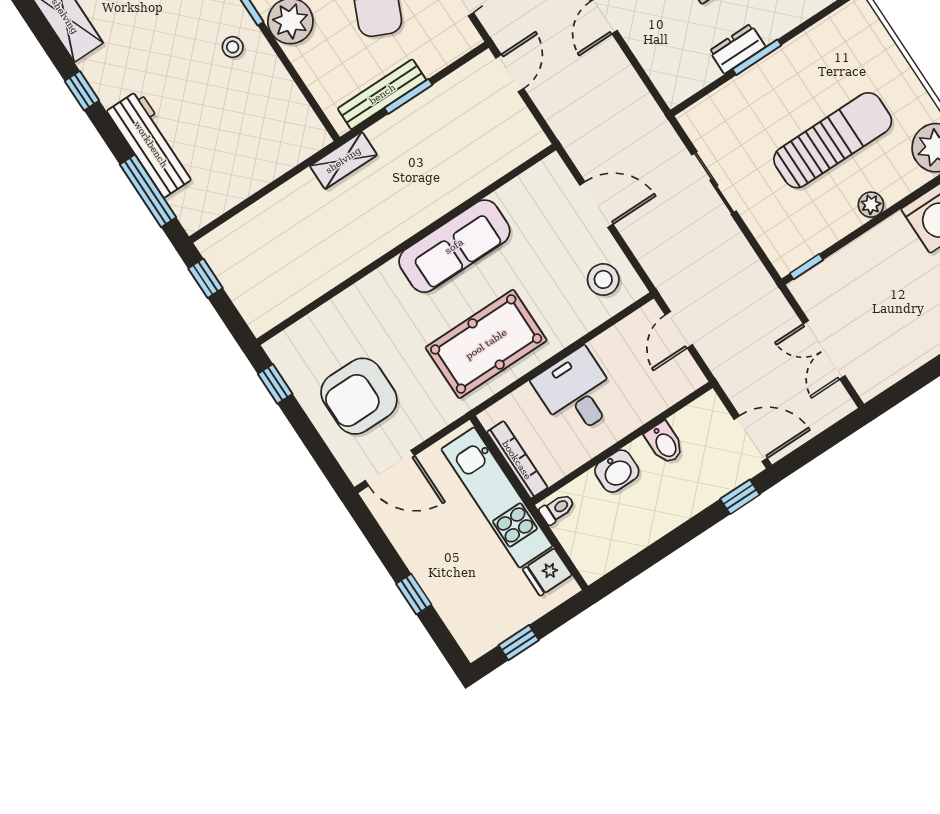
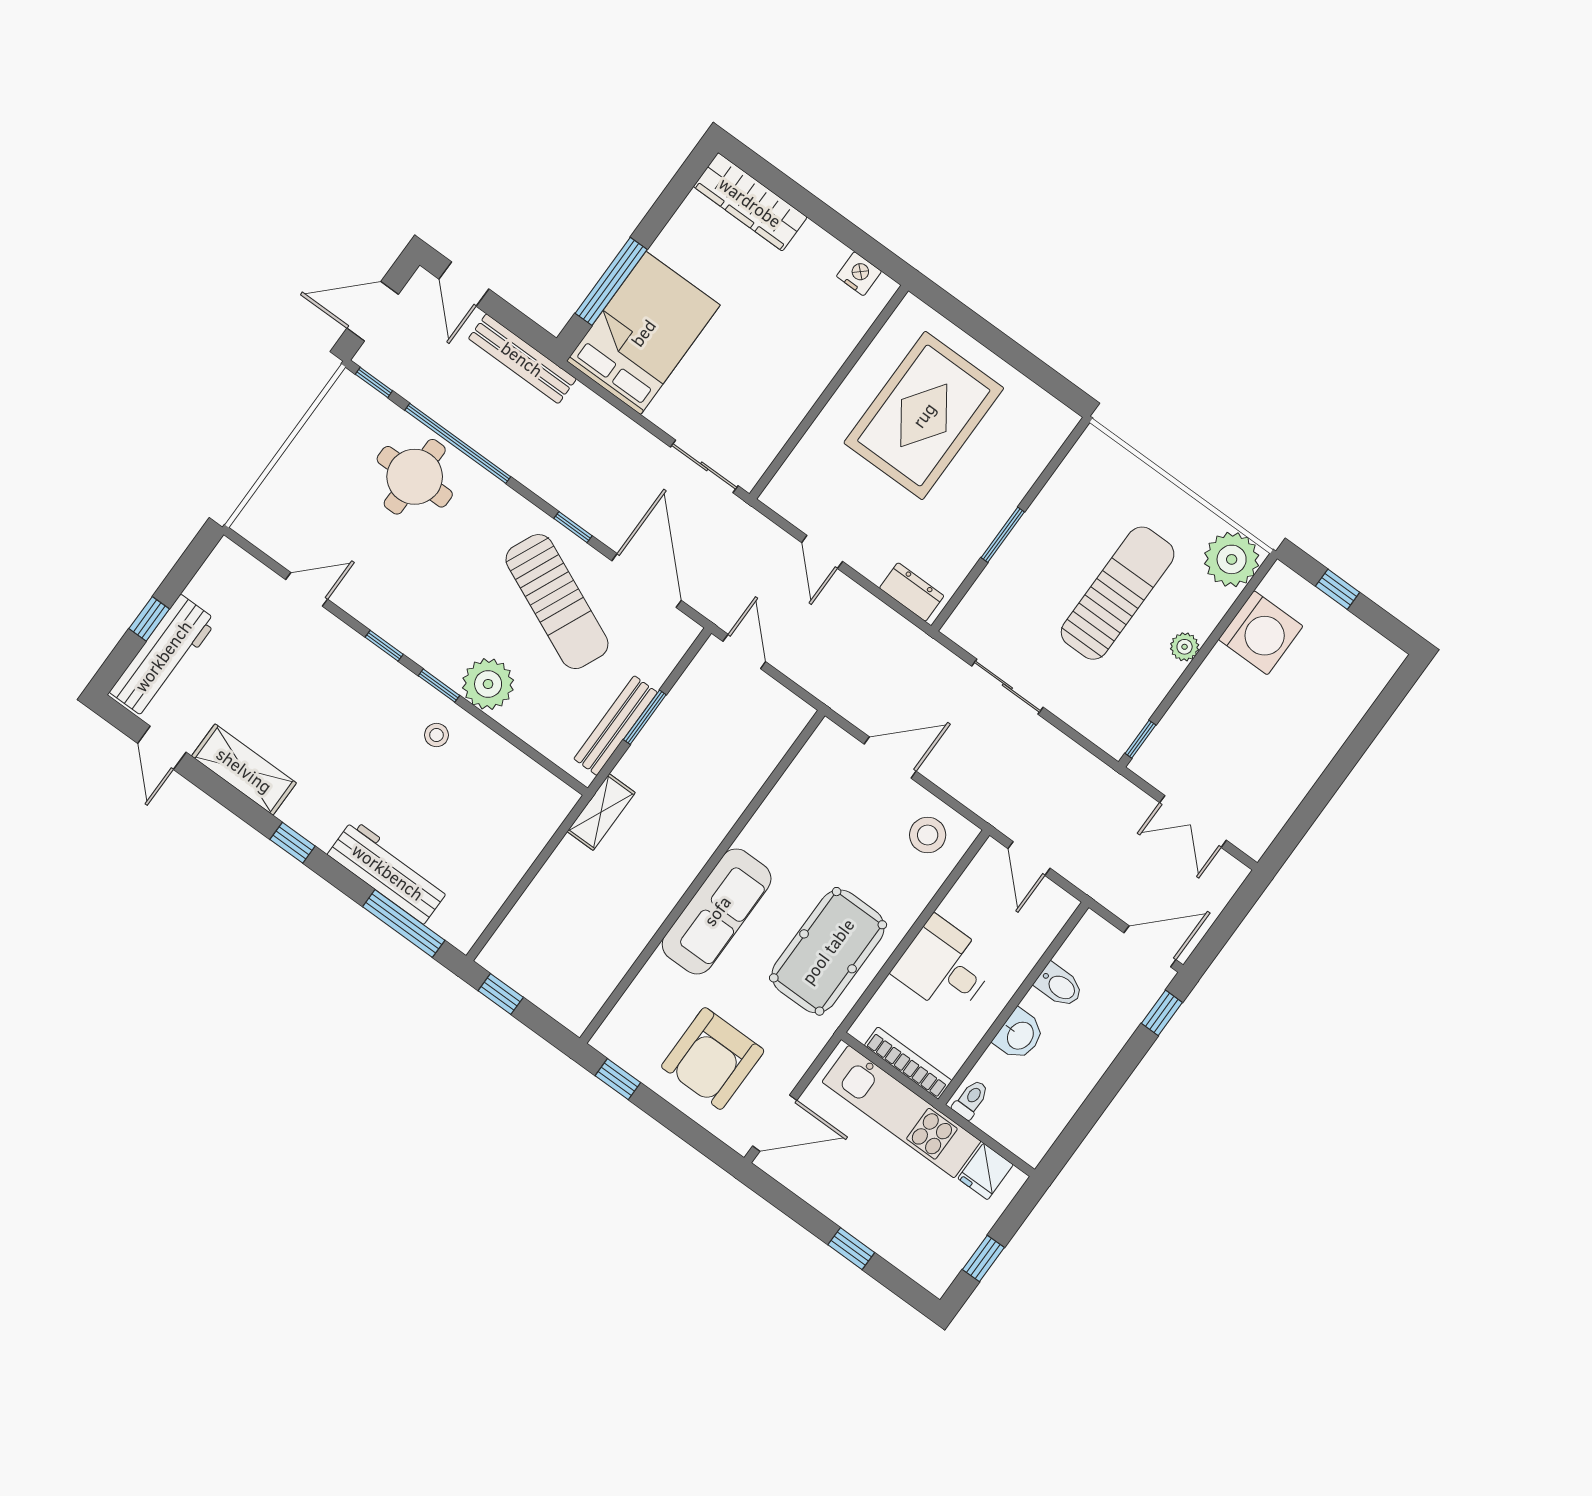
dresser: (737, 49) -> (912, 592), moved, turned 90
sofa: (454, 246) -> (717, 911), moved

